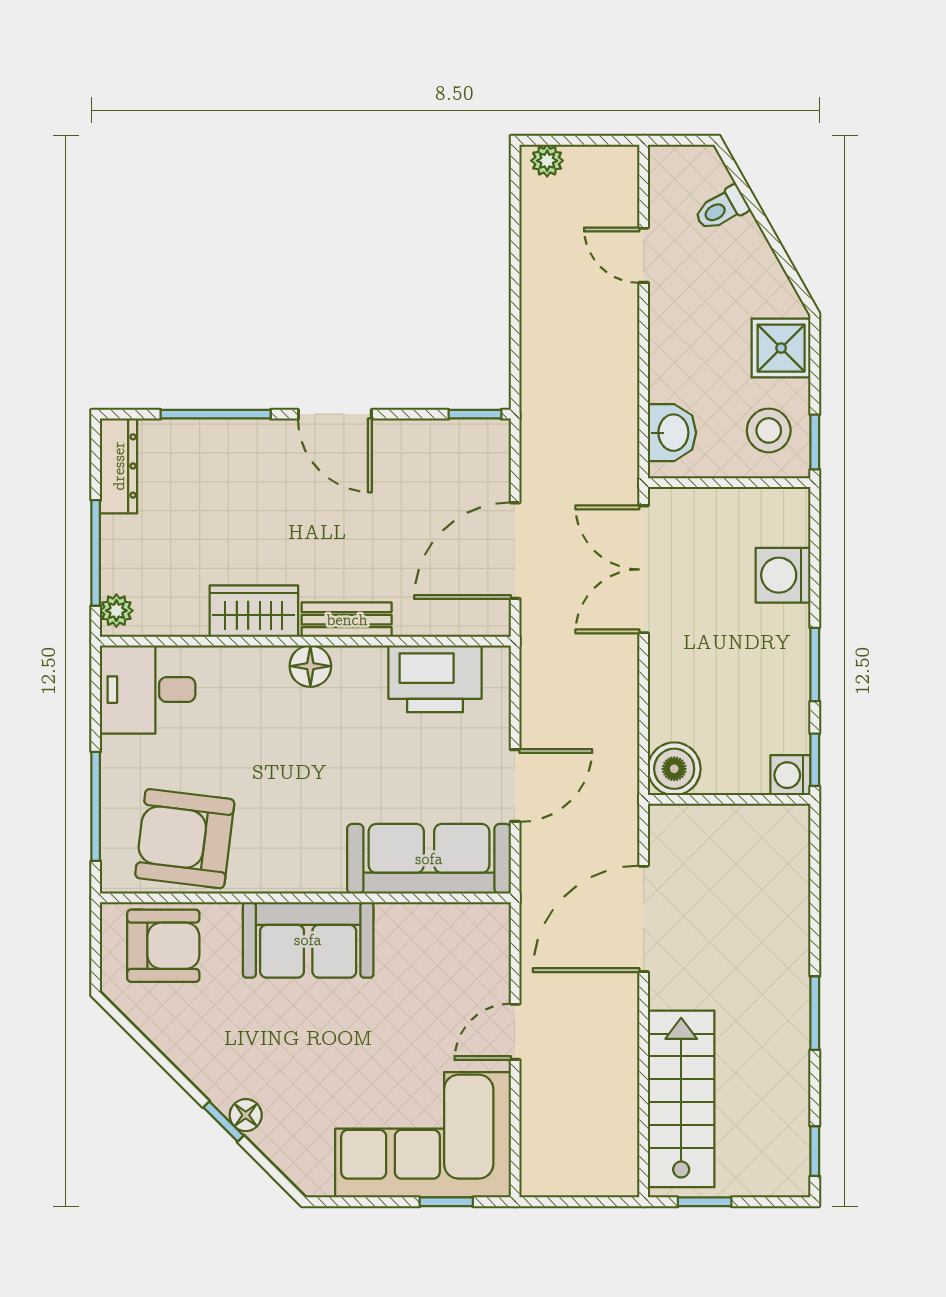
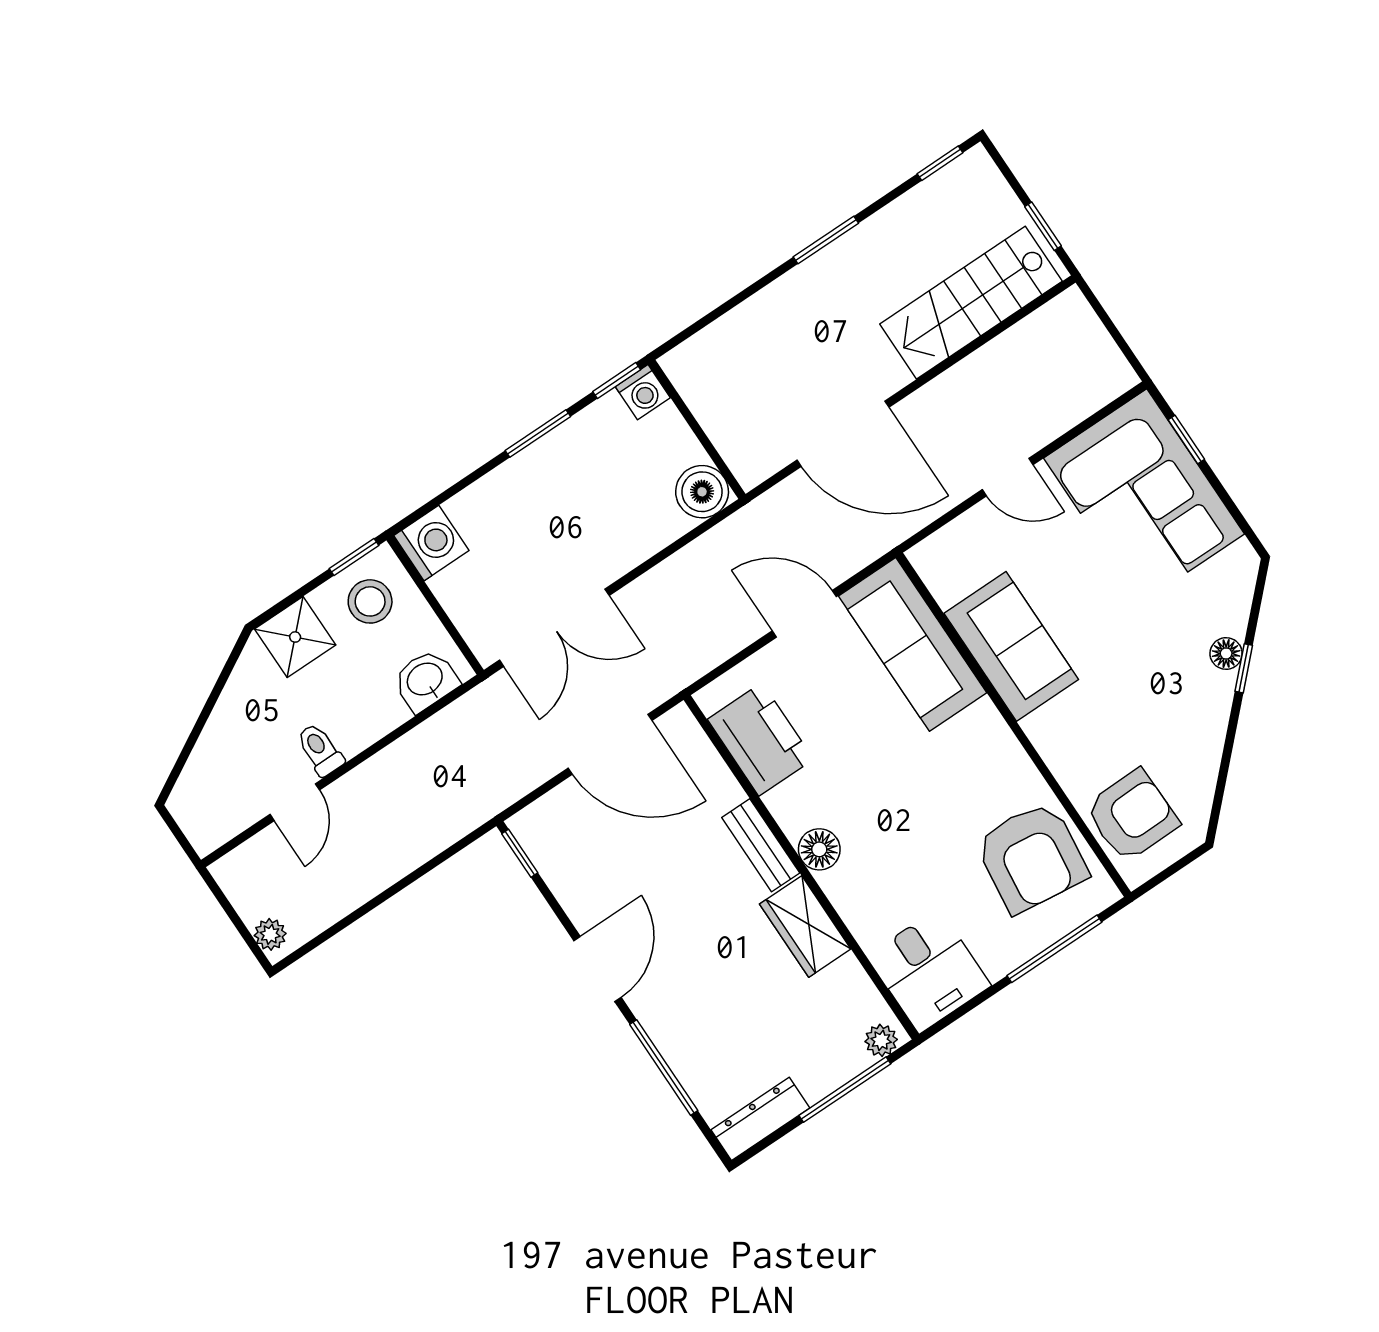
toilet: (721, 209) -> (320, 750), moved, turned -151
washing machine: (783, 575) -> (431, 543), moved, turned -90
sofa: (308, 940) -> (1011, 646), moved
armchair: (163, 946) -> (1132, 816), turned 89

